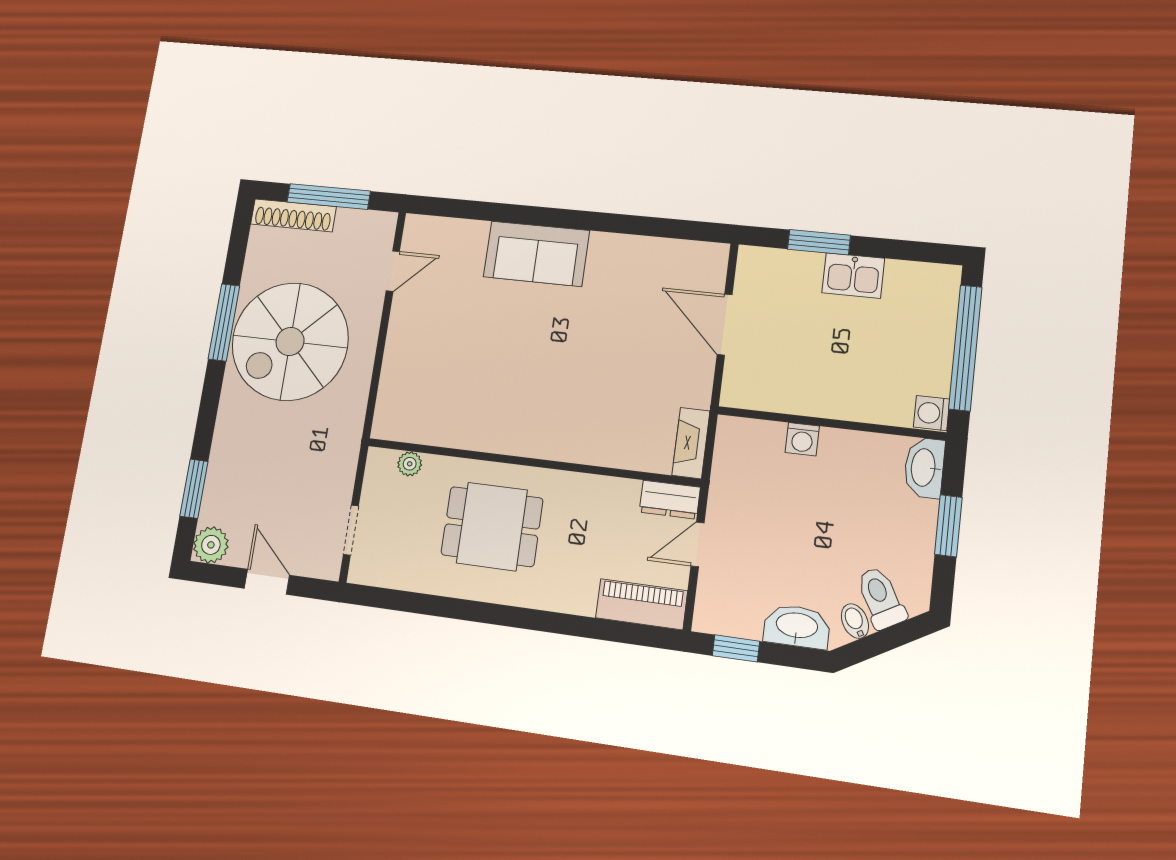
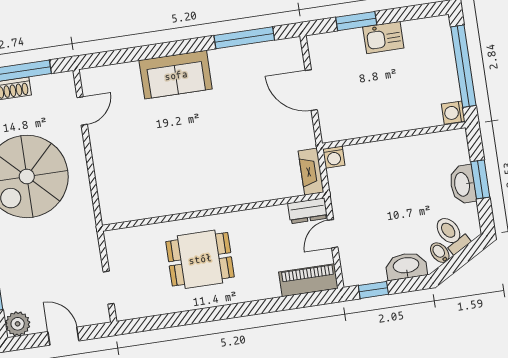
window: (649, 226) -> (244, 38), added
washing machine: (802, 439) -> (334, 157), moved
plant: (410, 464) -> (134, 235), removed
washbasin: (924, 468) -> (463, 184), moved

